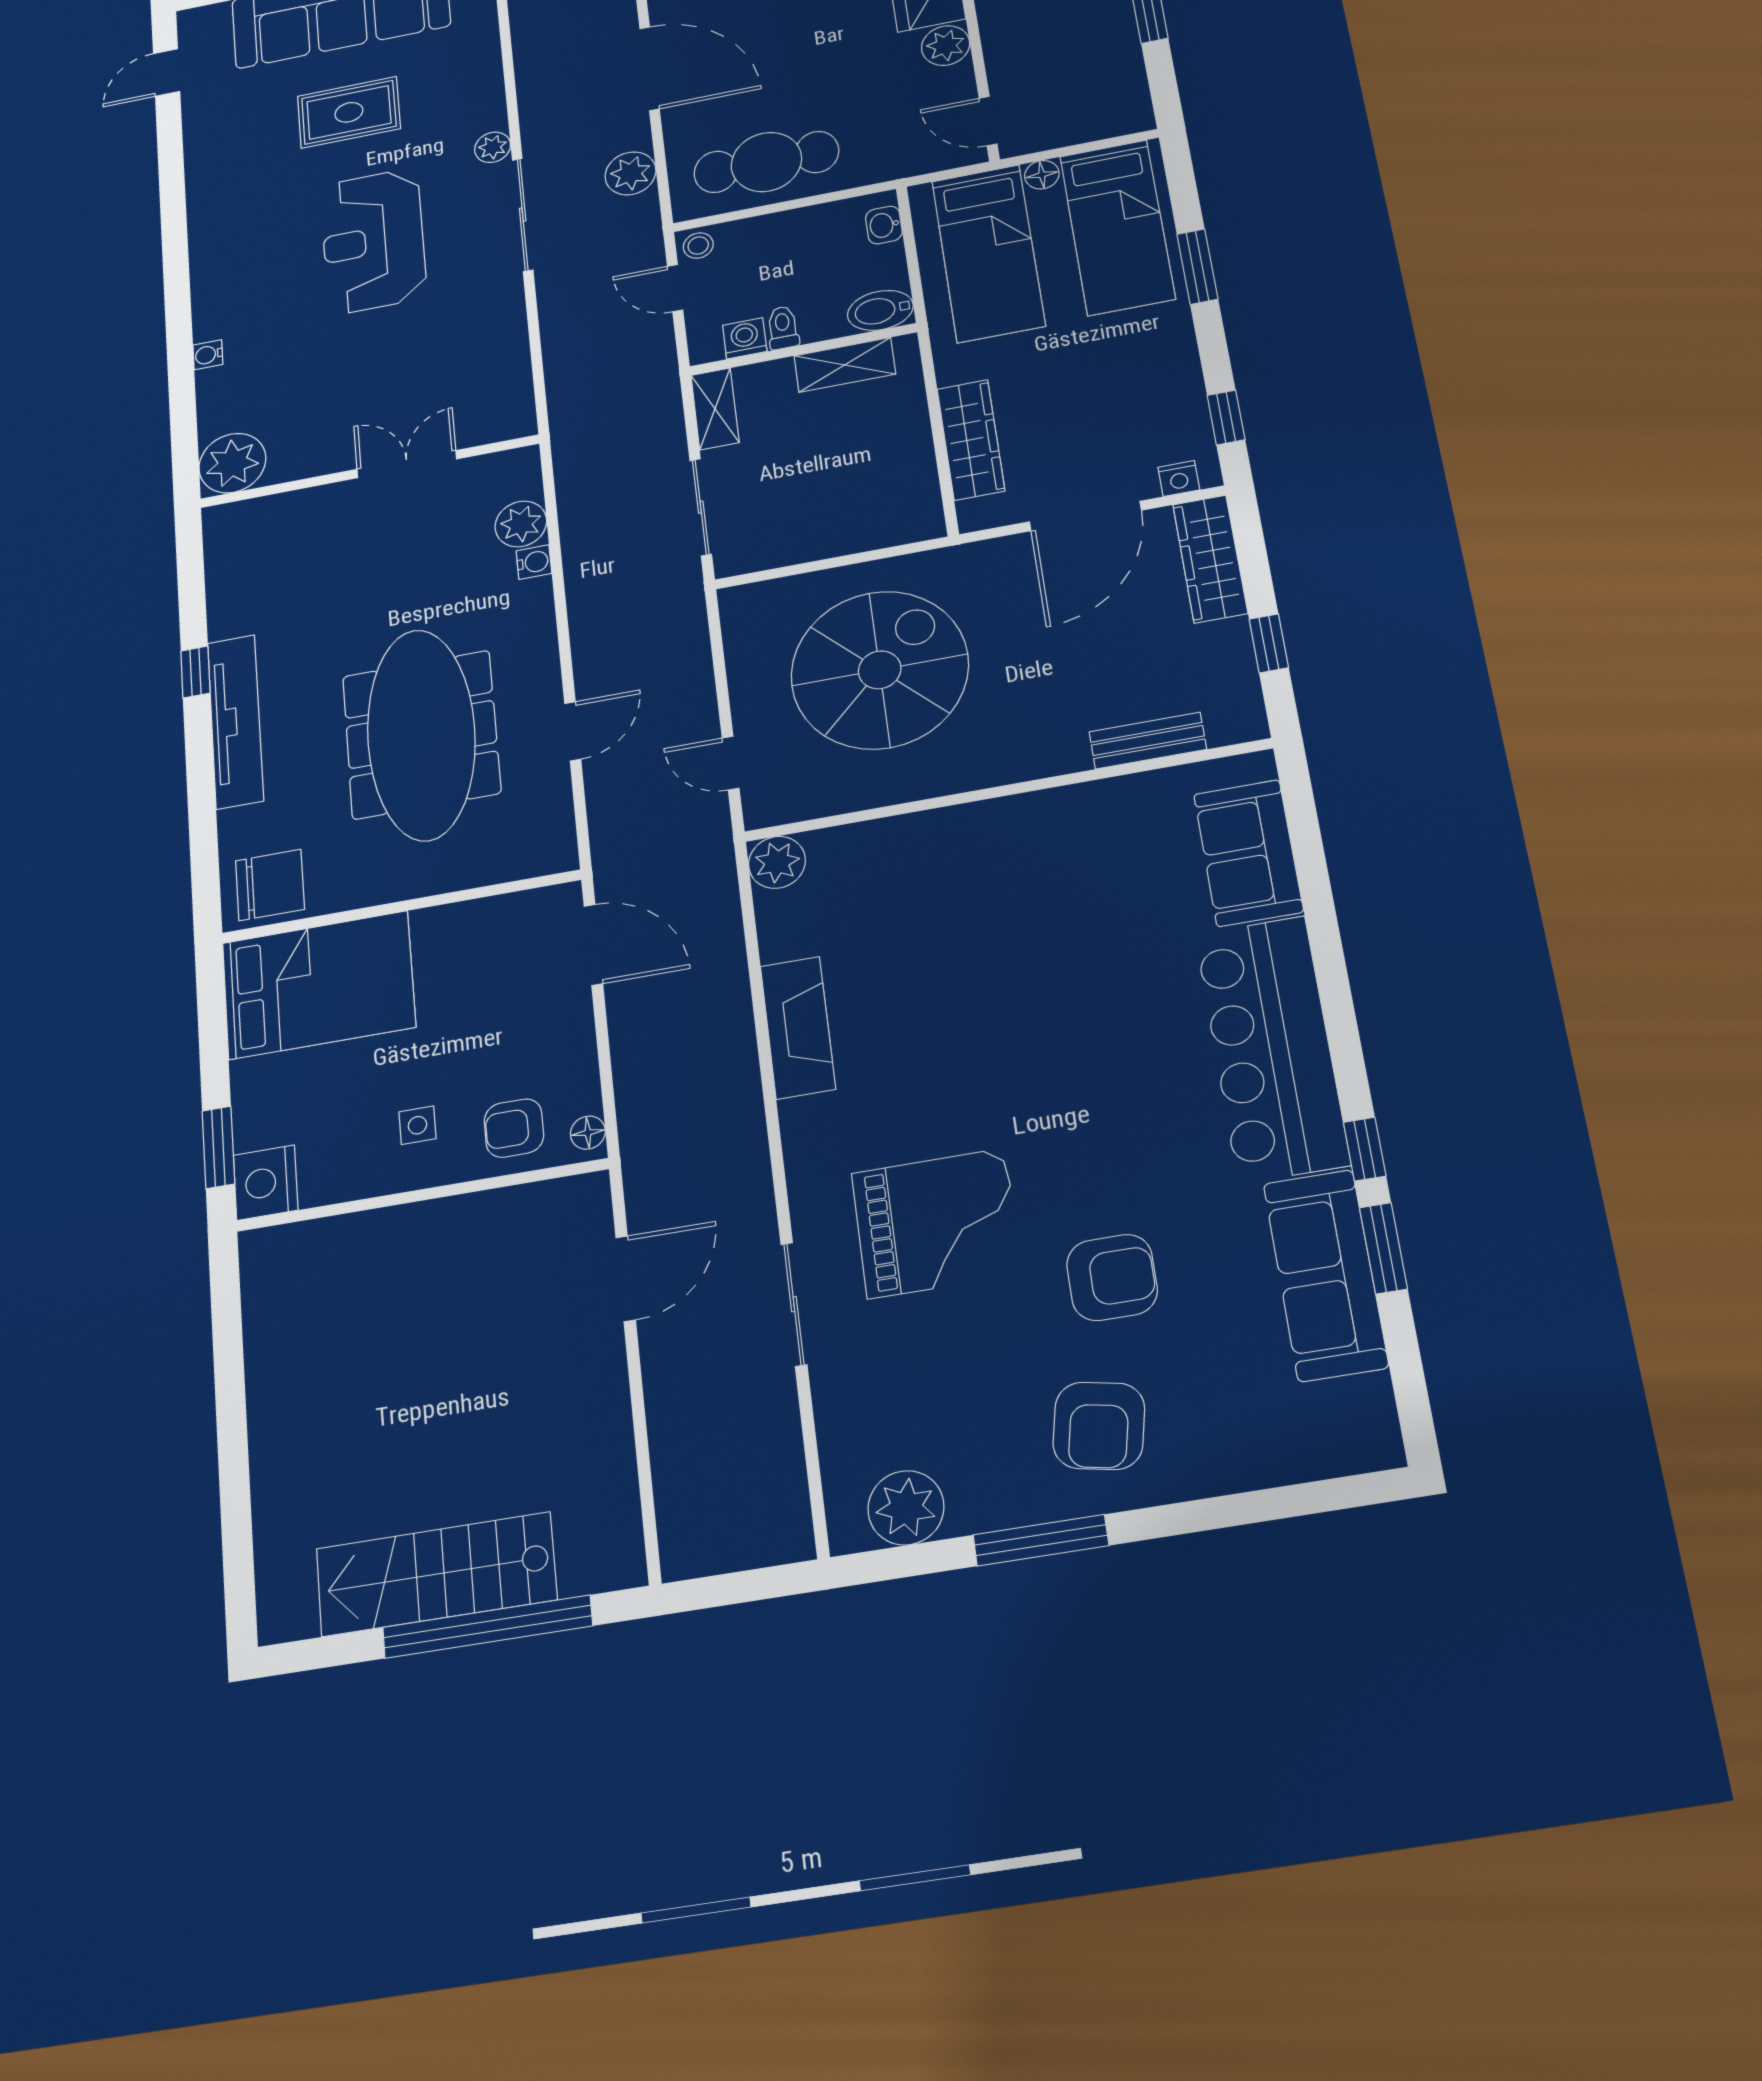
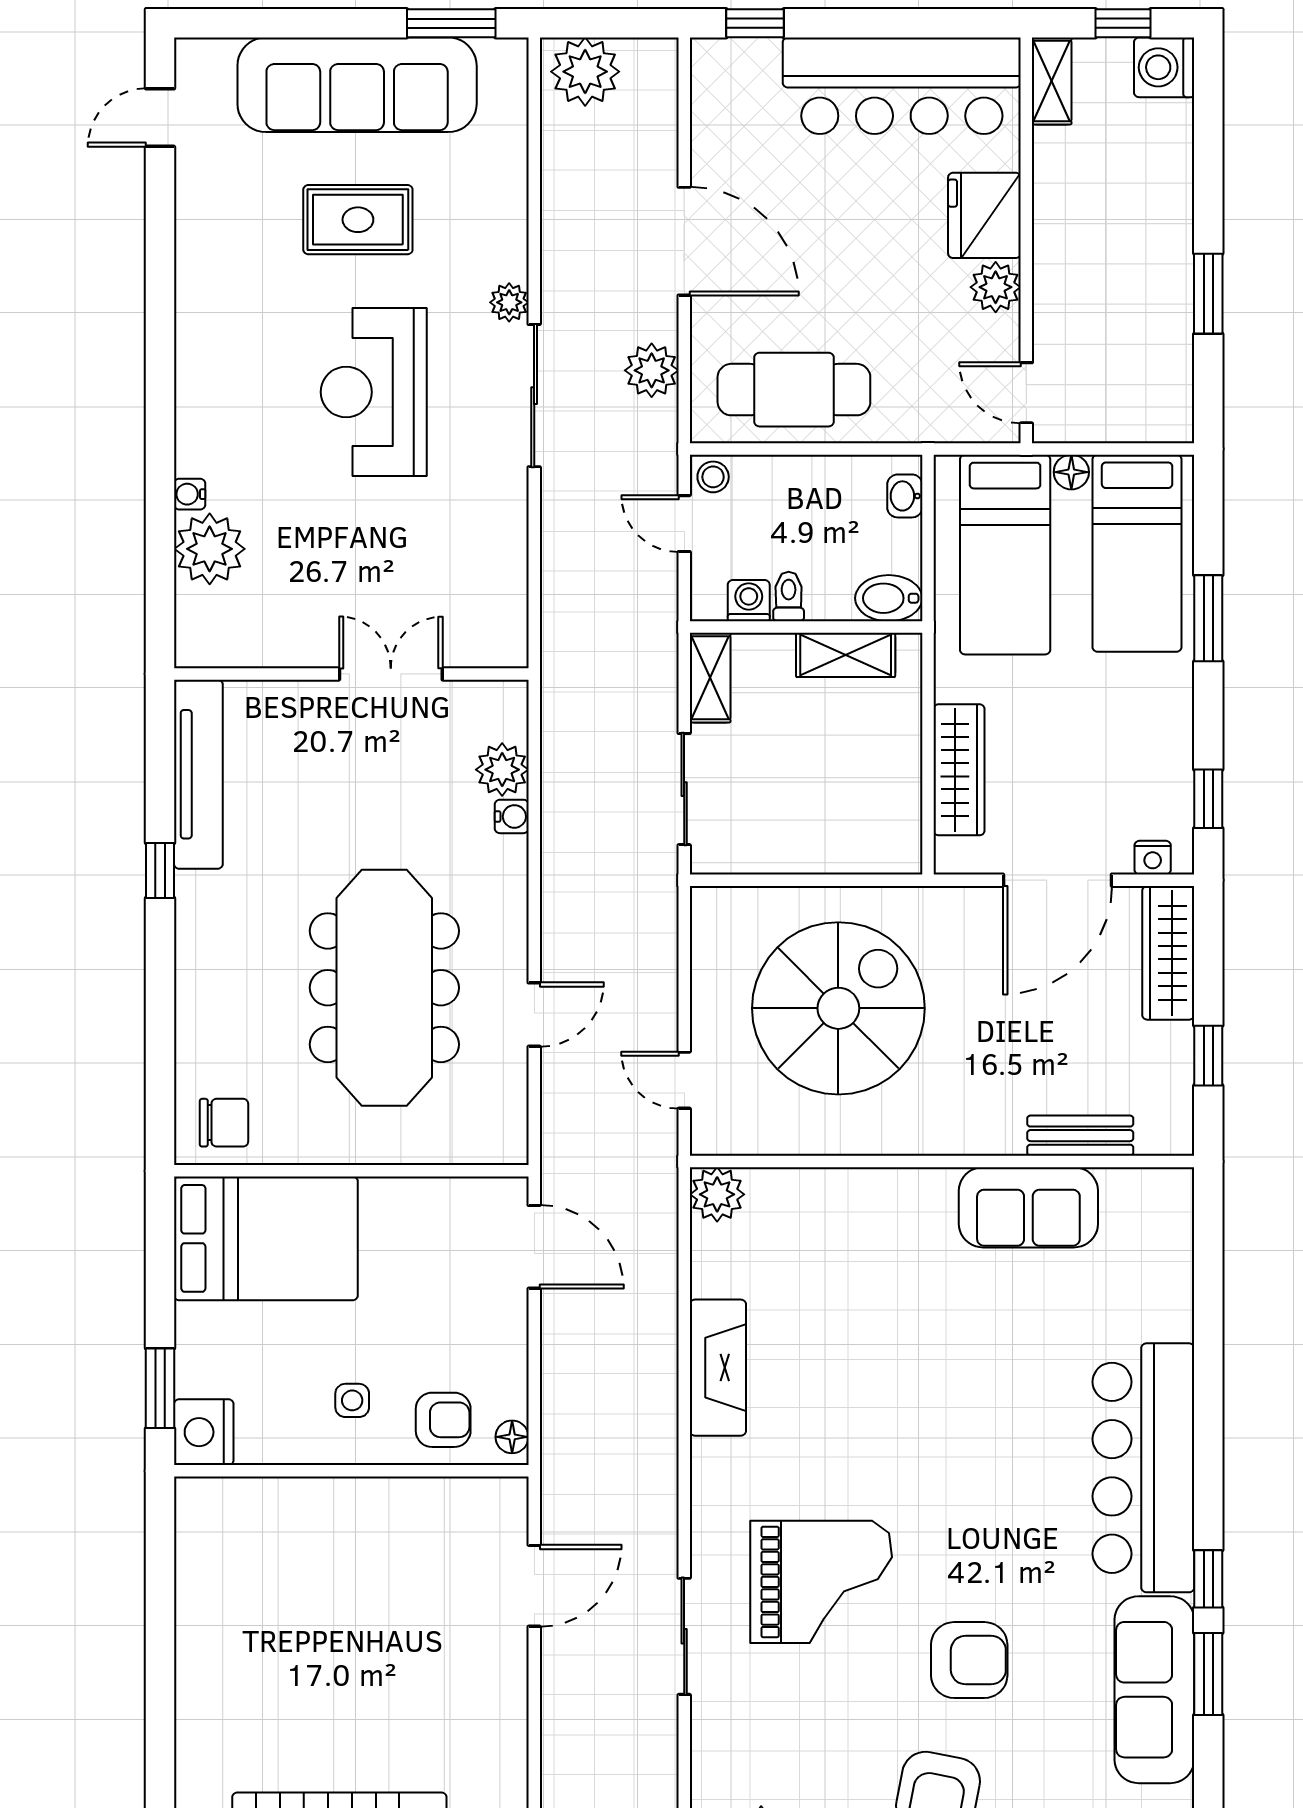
plant: (232, 463) -> (210, 549), moved
tv unit: (235, 721) -> (198, 774), moved
sofa: (1248, 853) -> (1028, 1207), moved, turned -90
chair: (270, 885) -> (224, 1123), width x0.73, depth x0.73
armchair: (514, 1128) -> (443, 1420), turned 180

